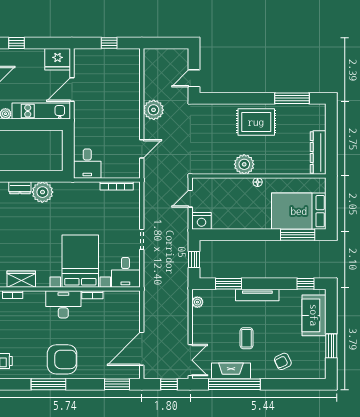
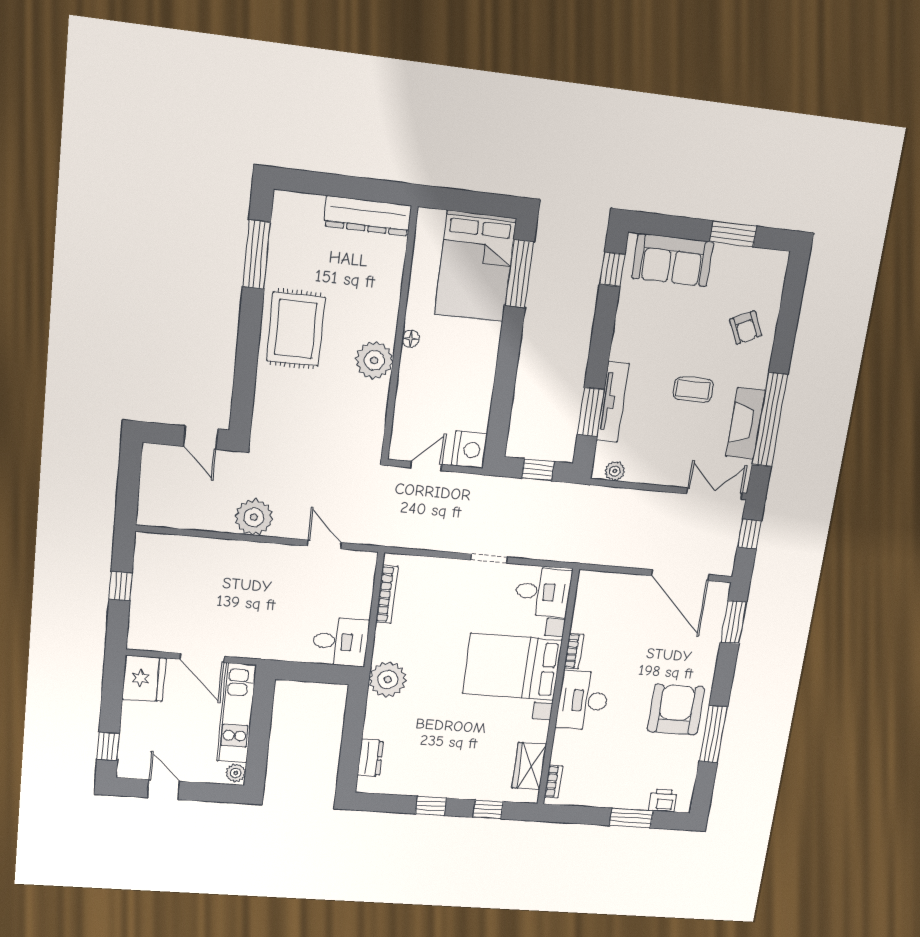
plant: (42, 192) -> (388, 679), moved
door: (190, 199) -> (426, 466), swing flipped
tv unit: (257, 295) -> (613, 402), moved

